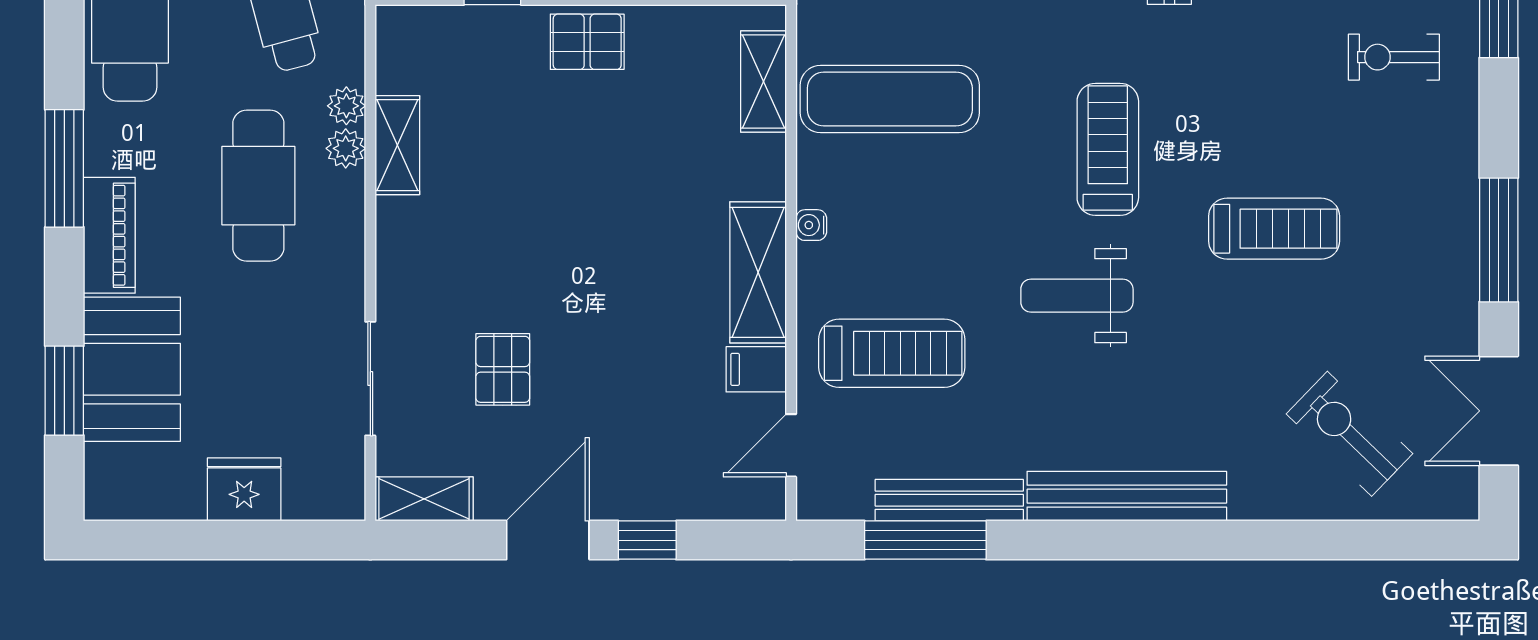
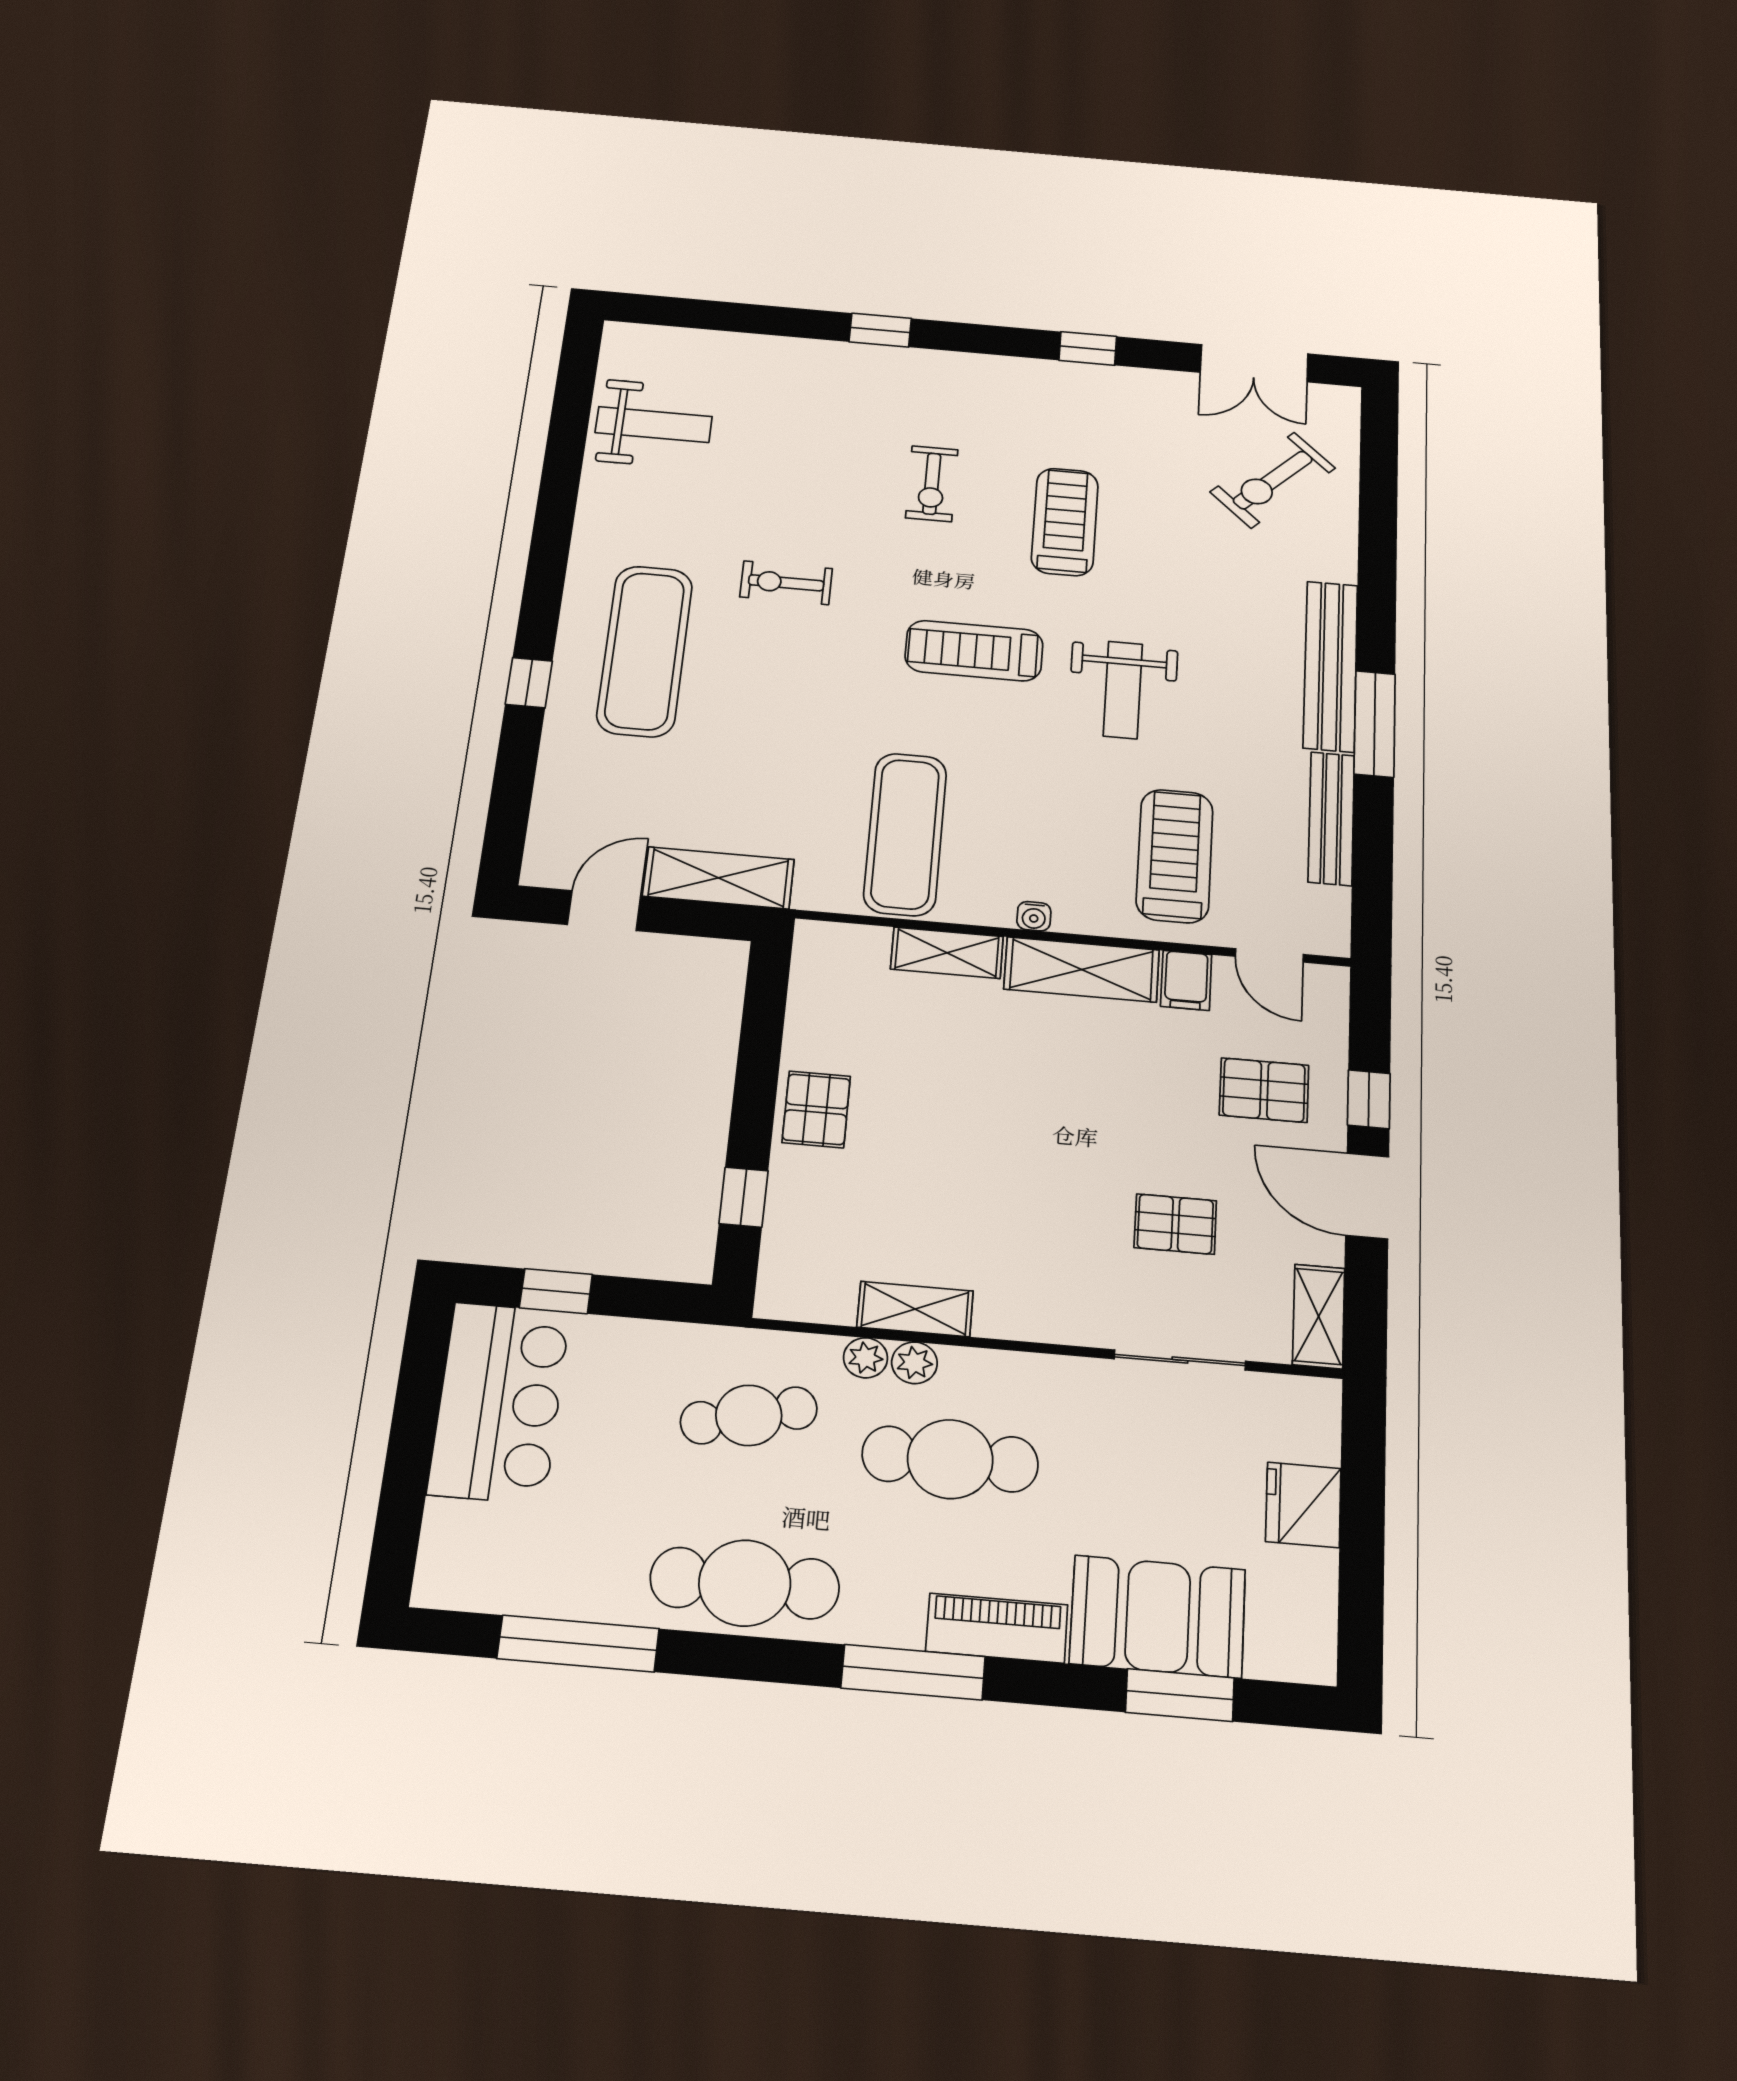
exercise bike: (1394, 57) -> (932, 484), moved
shelving: (763, 82) -> (947, 953), moved
window: (1499, 240) -> (1088, 348), width x0.46
pallet: (647, 445) -> (1264, 1090), added
window: (925, 540) -> (1375, 724), moved

